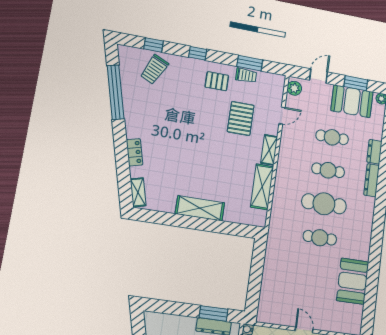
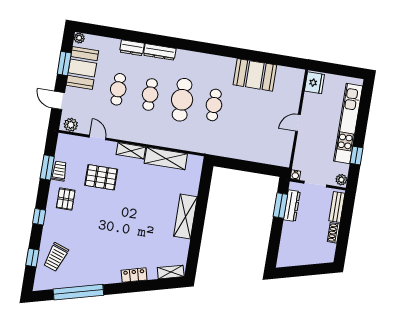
trolley: (154, 69) -> (56, 257), turned 84

